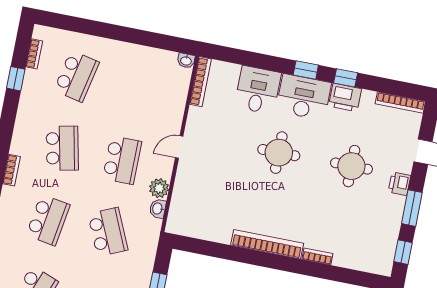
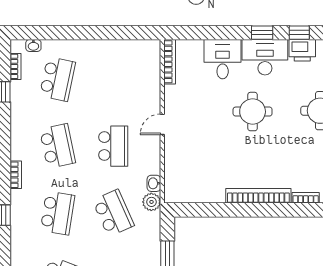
washbasin: (186, 61) -> (33, 45), moved
plant: (159, 188) -> (151, 202), moved

